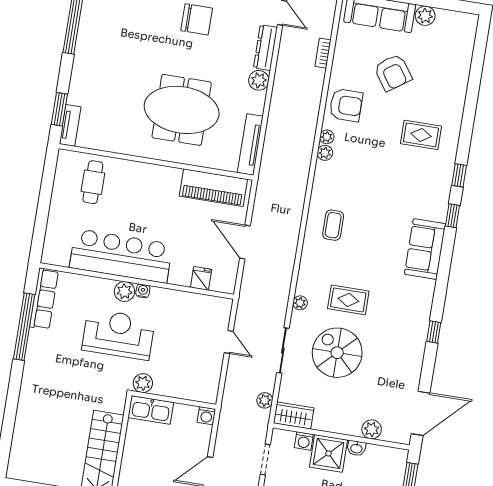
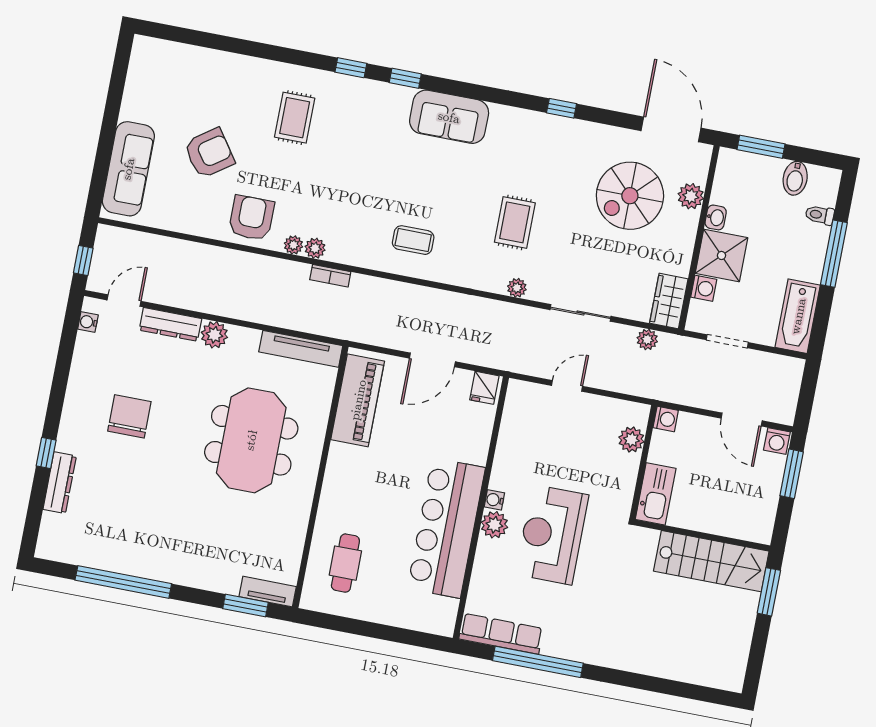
plant: (425, 16) -> (134, 107), removed
bookcase: (323, 53) -> (330, 276), moved
cafe table: (93, 182) -> (345, 563), turned 90
fridge: (201, 278) -> (484, 388), moved, turned -90
spiral stairs: (337, 353) -> (630, 196), moved
plant: (143, 383) -> (631, 440), moved

